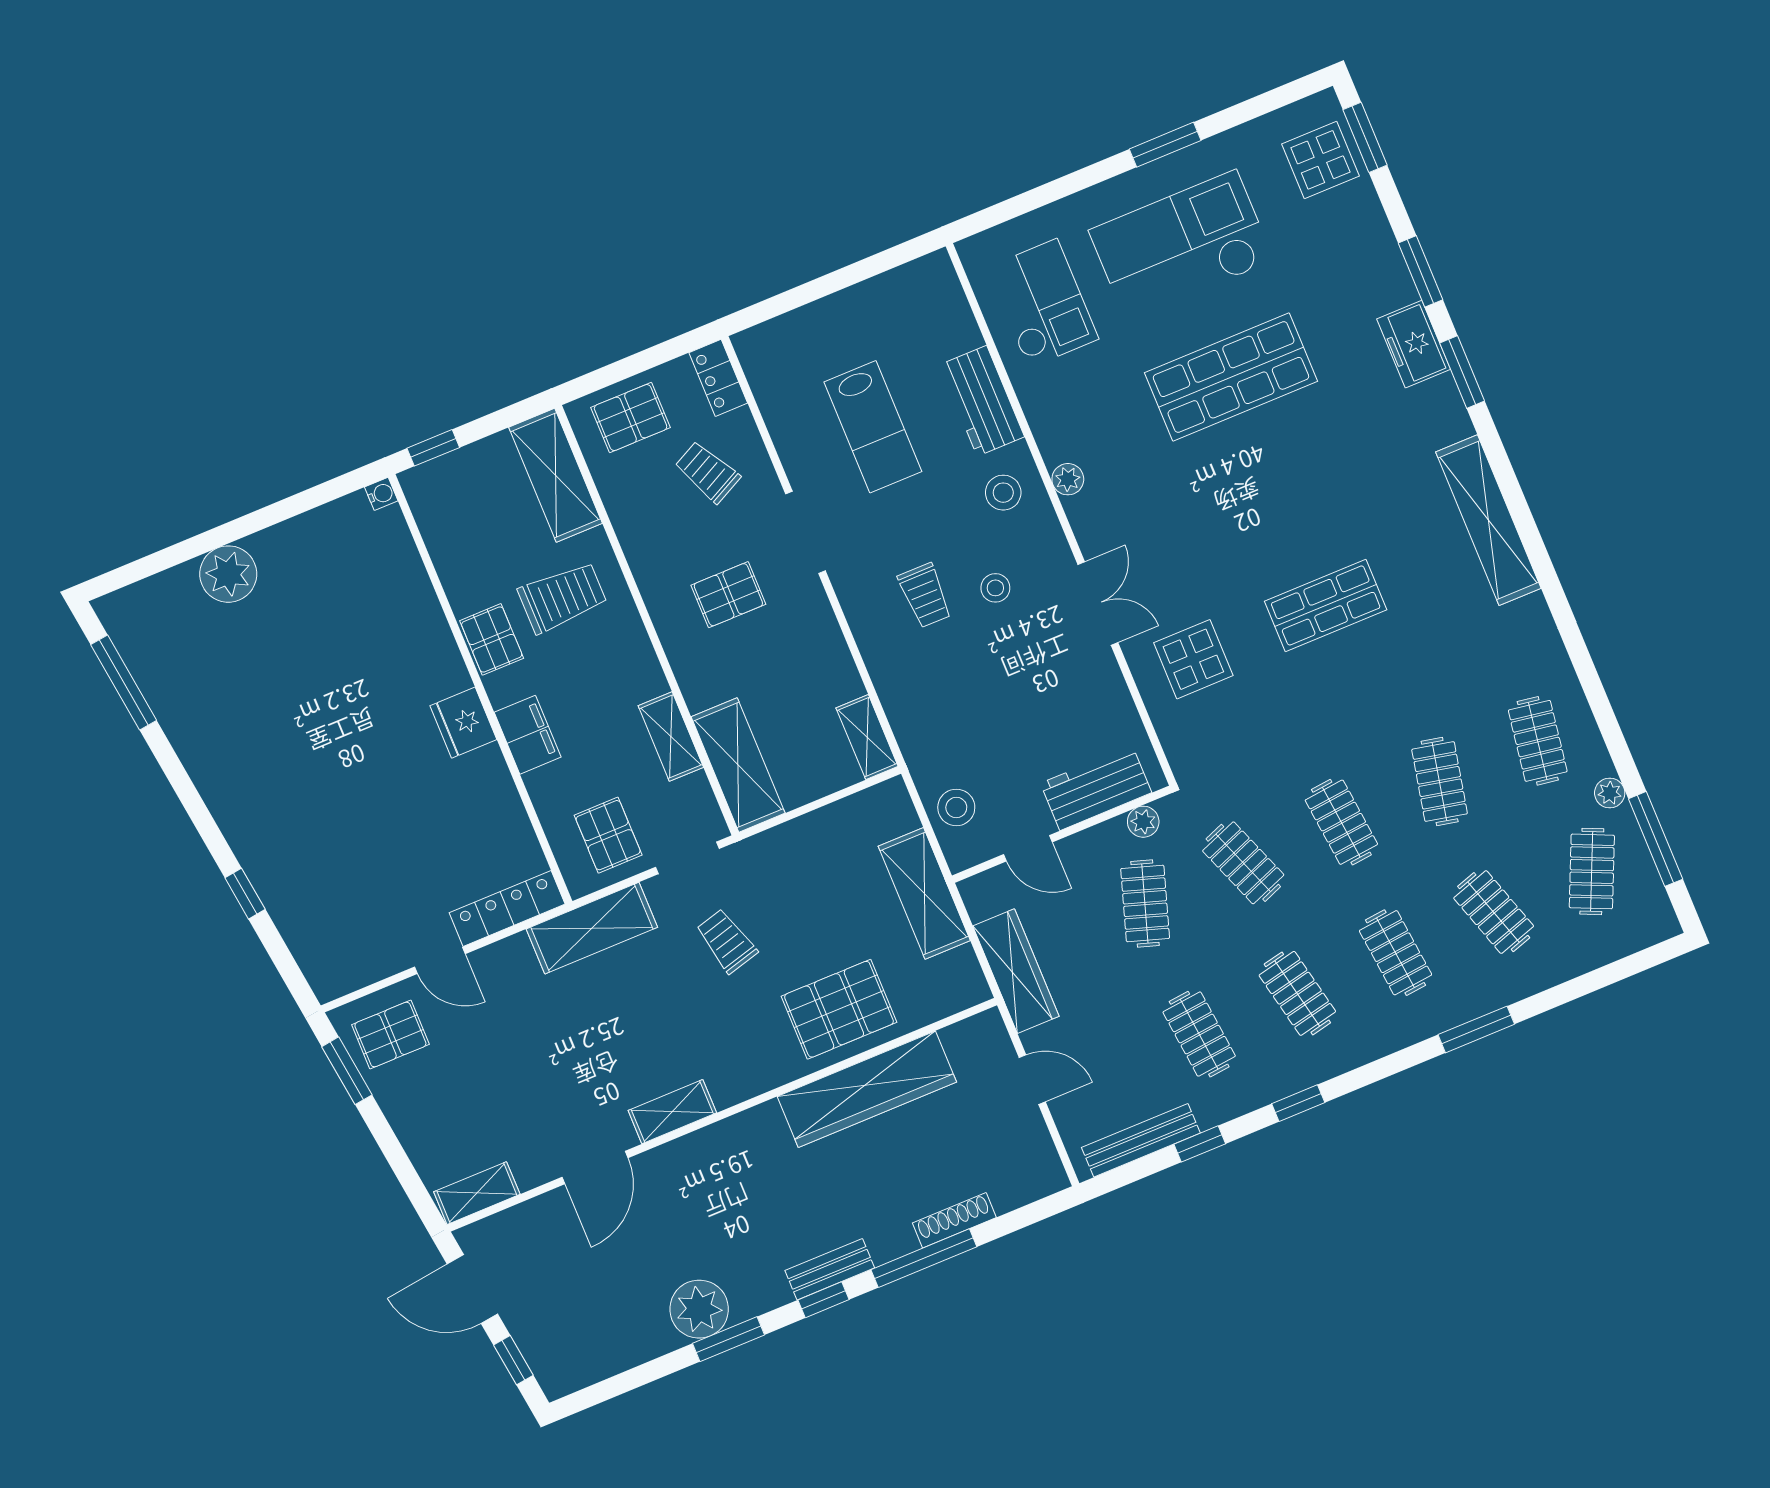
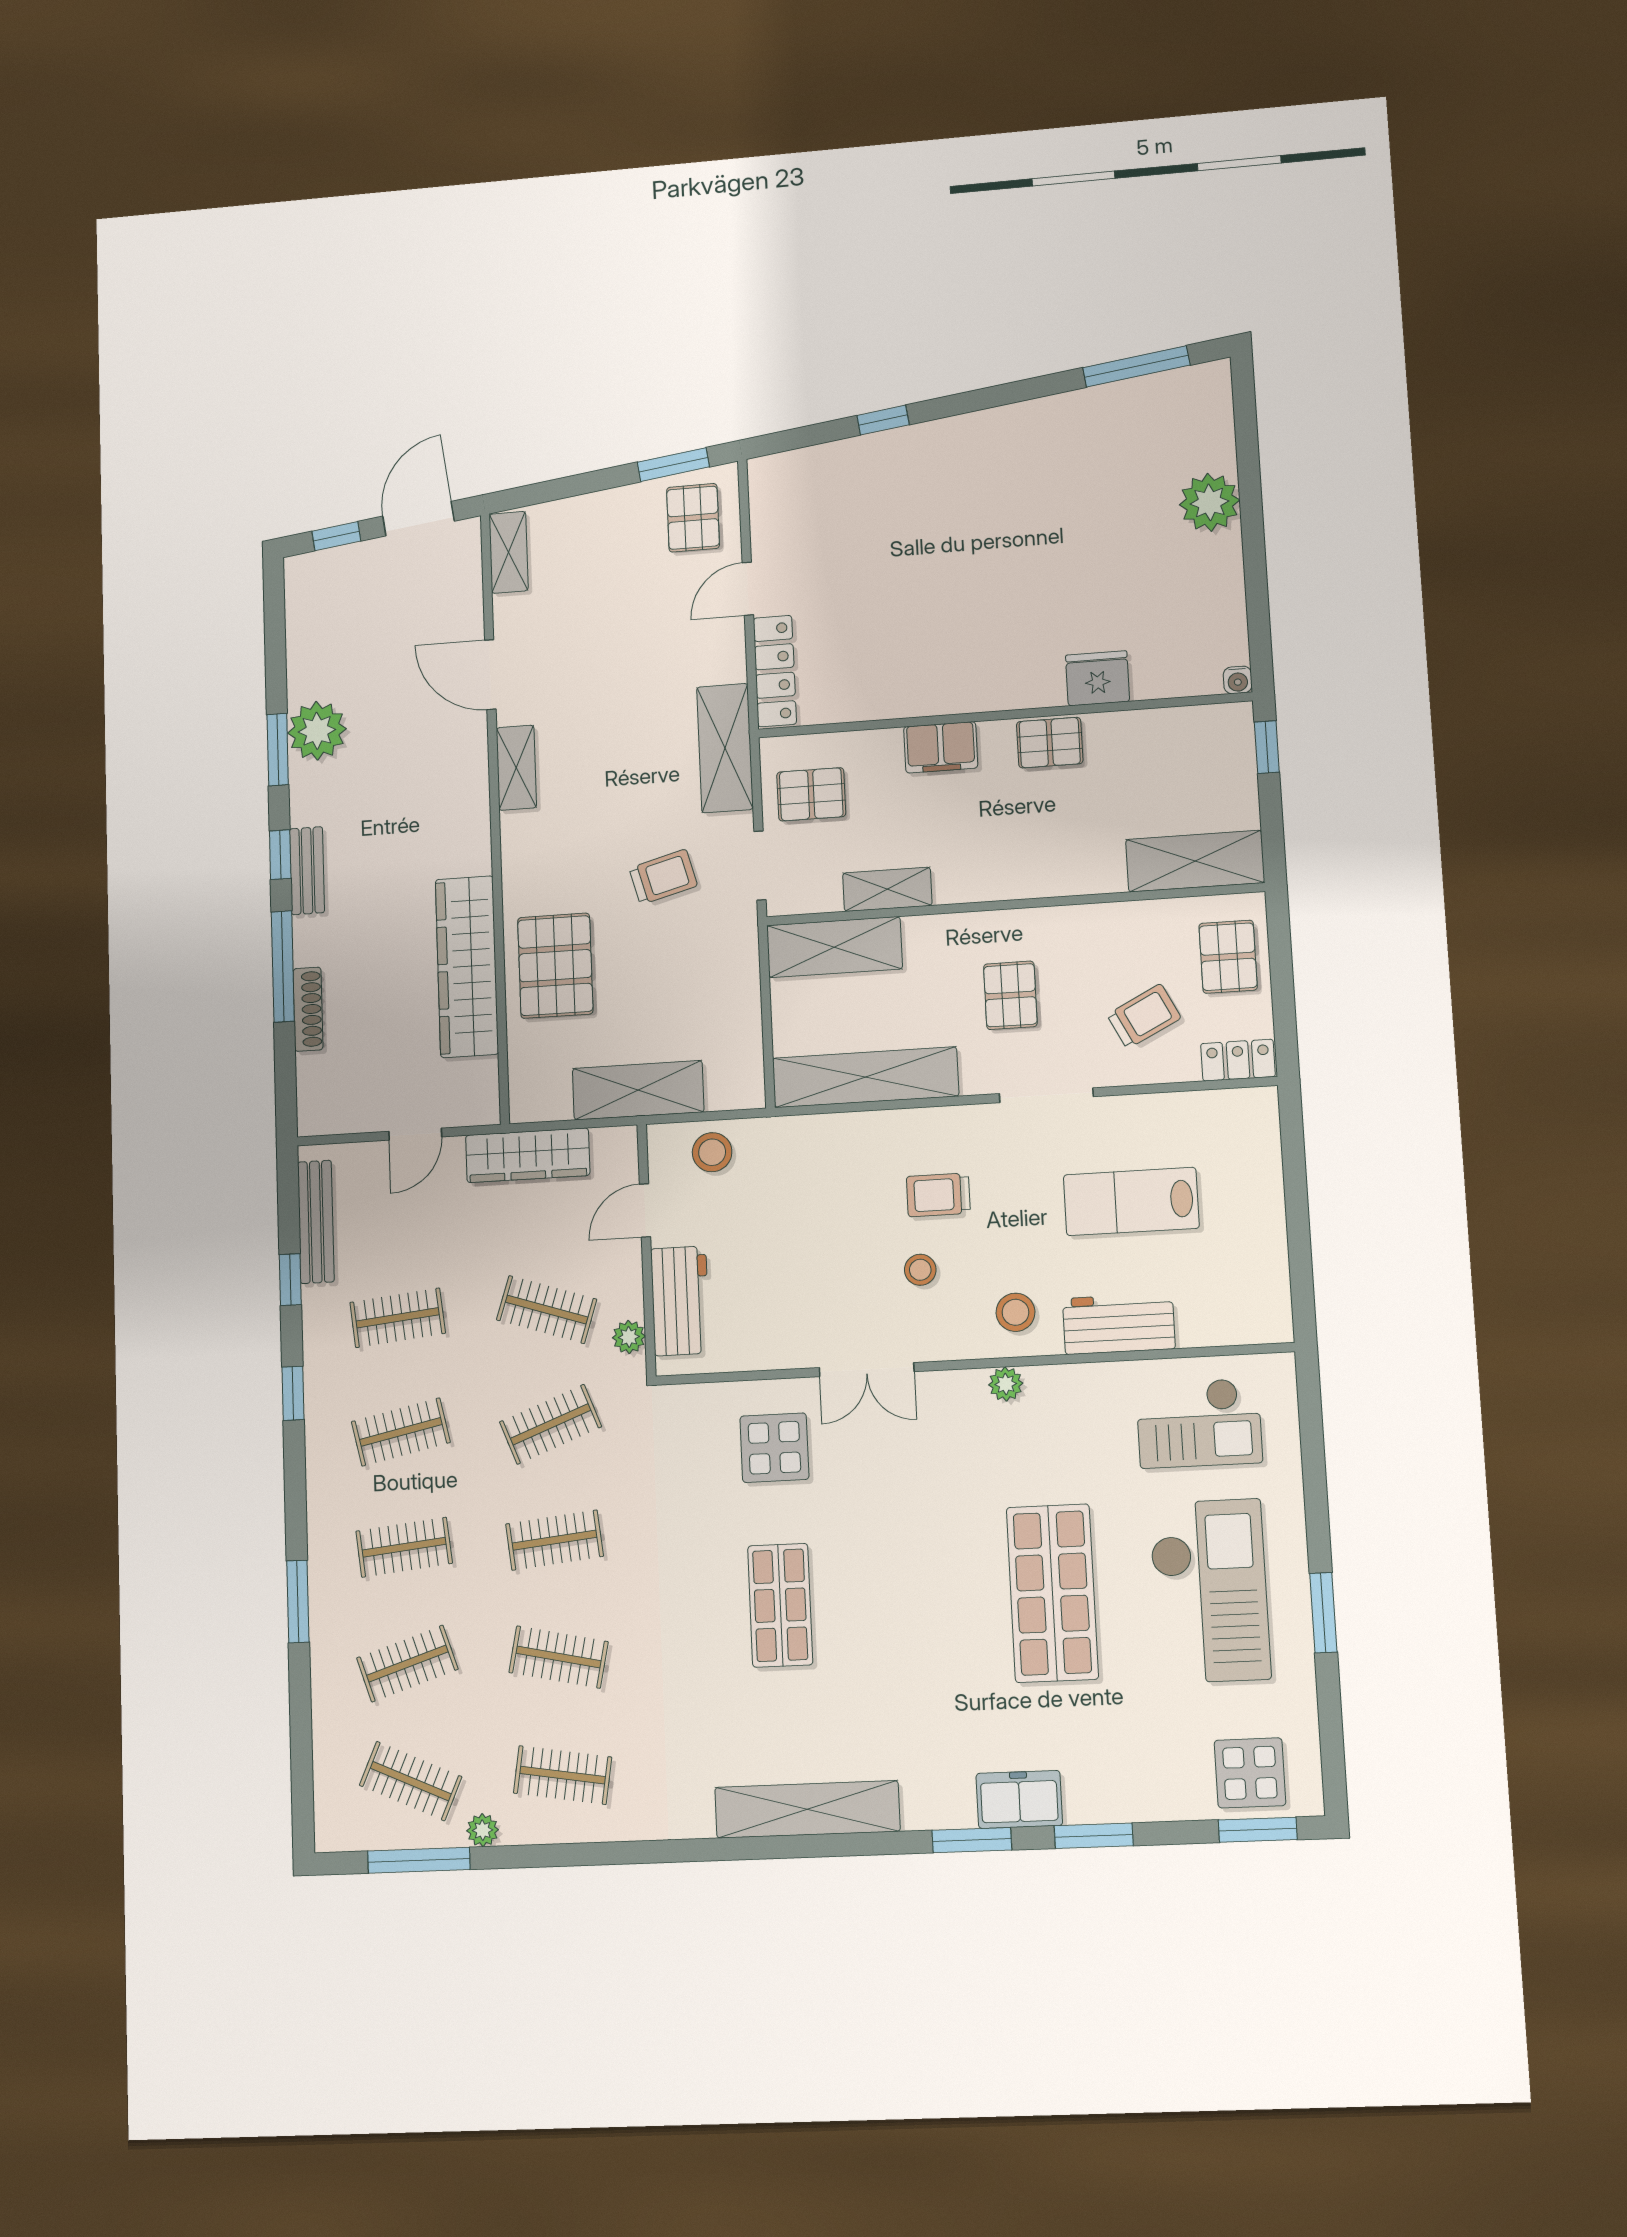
trolley: (562, 597) -> (1067, 827), removed
fridge: (463, 723) -> (1098, 678), moved
shelving: (867, 737) -> (865, 1077), width x2.20, depth x1.33

